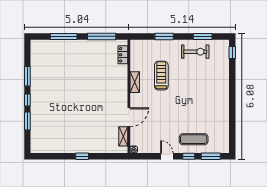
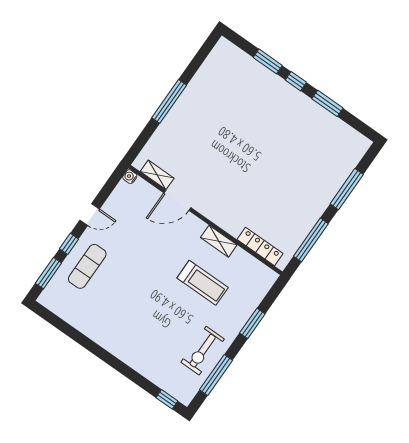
window: (203, 36) -> (216, 375), width x1.44
locker: (123, 55) -> (260, 247), width x1.53
door: (129, 117) -> (177, 200), hinge flipped
window: (82, 156) -> (169, 101), width x2.17

